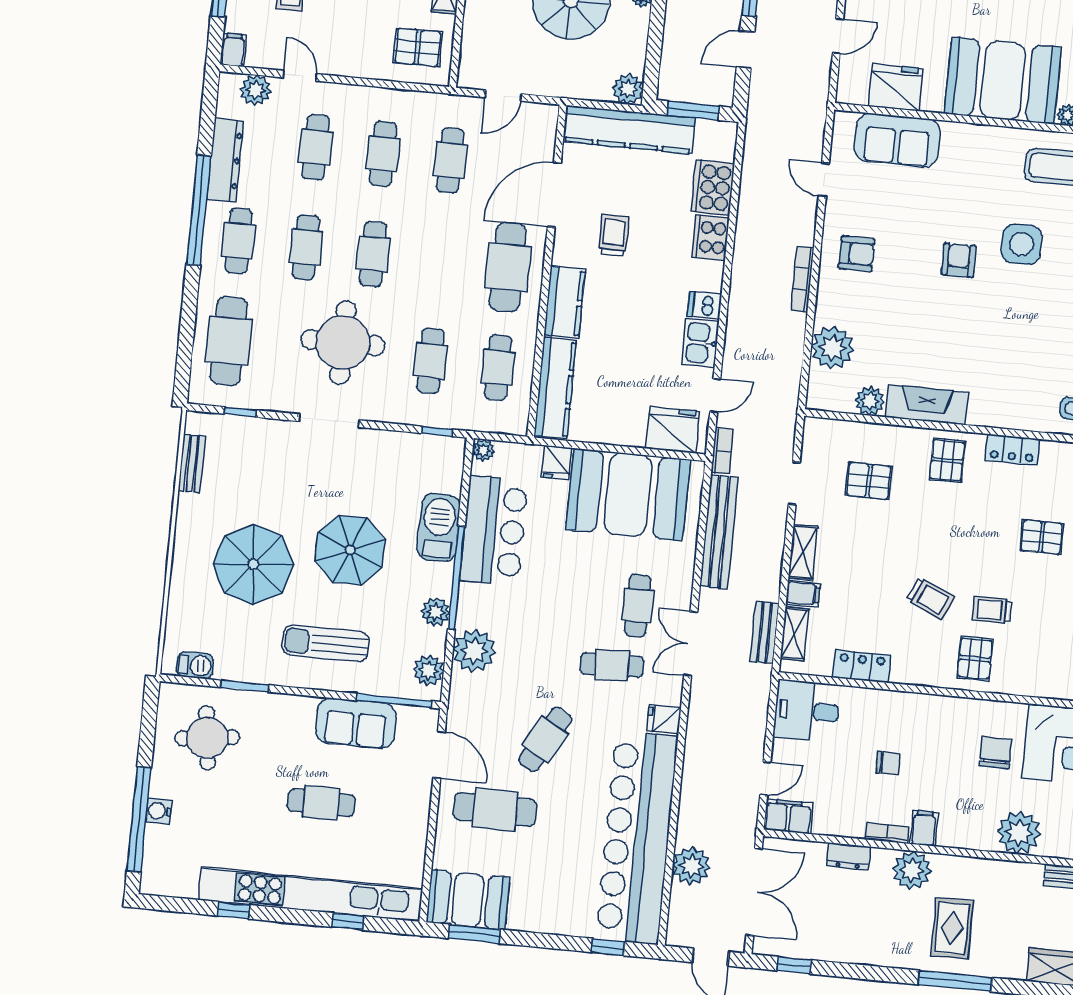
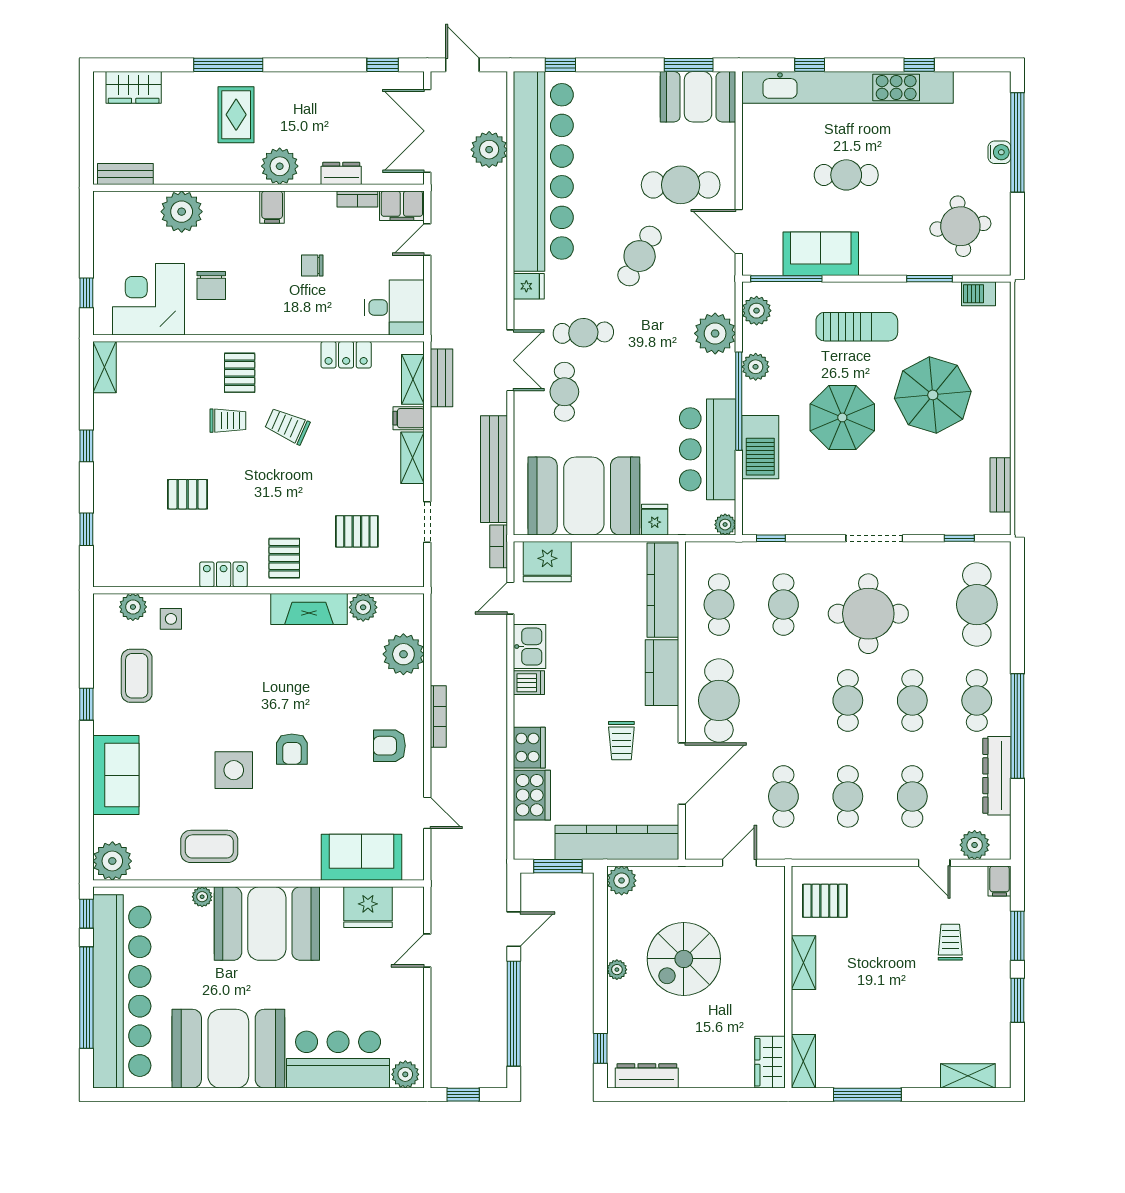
bookcase: (887, 833) -> (357, 199), moved

